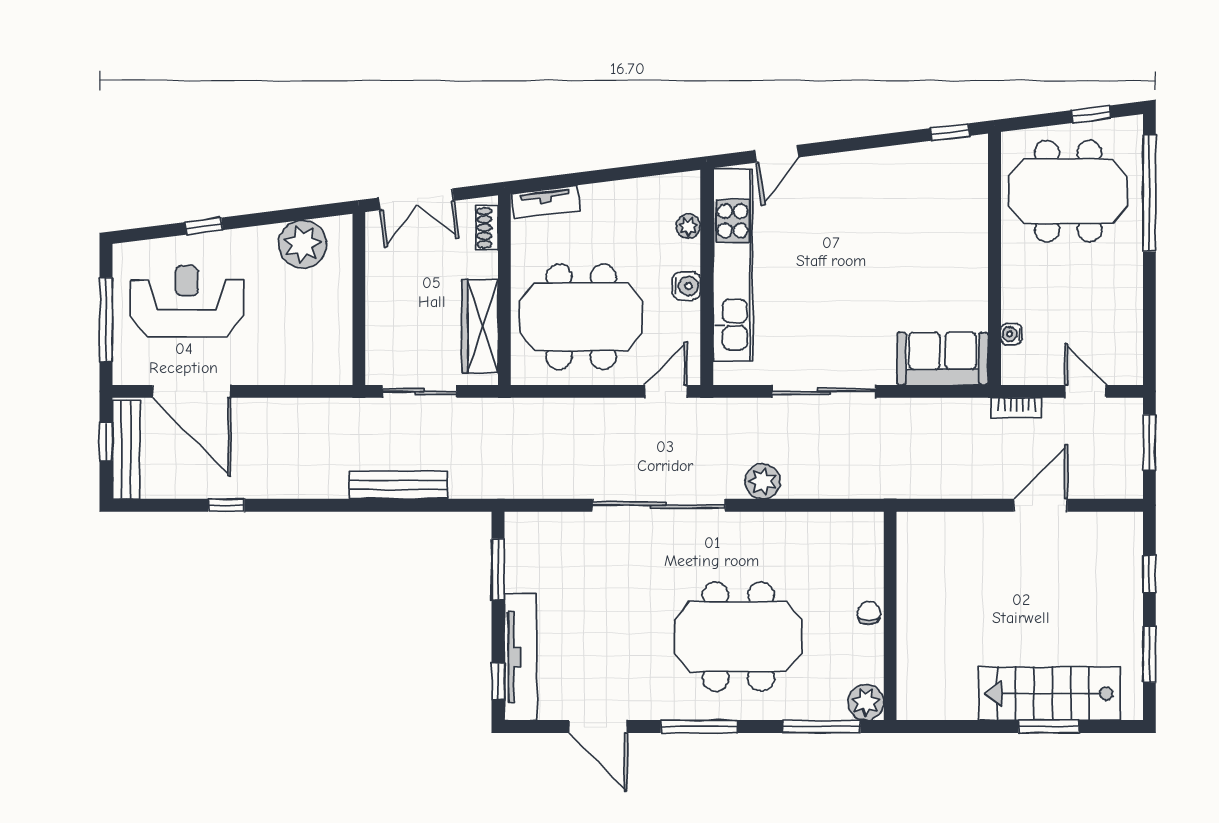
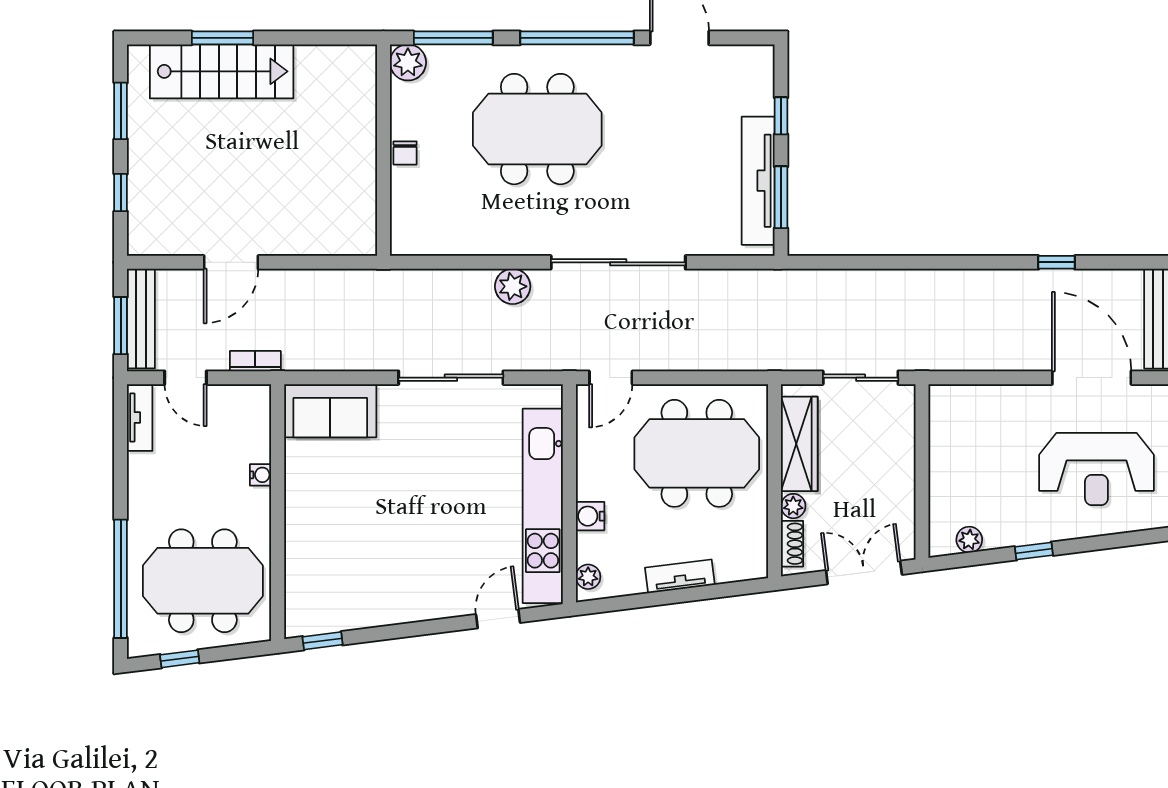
tv unit: (546, 202) -> (680, 576), moved
window: (204, 226) -> (1034, 551), moved
plant: (688, 226) -> (588, 577), moved
plant: (303, 244) -> (969, 540), width x0.53, depth x0.53
plant: (486, 265) -> (793, 506), added
water cooler: (686, 286) -> (590, 516), moved
water cooler: (1011, 334) -> (261, 475), moved
tv unit: (1130, 352) -> (140, 418), added
bench: (398, 485) -> (141, 319), moved, turned 90
tv unit: (521, 657) -> (758, 181), moved
window: (498, 682) -> (781, 116), moved
window: (699, 727) -> (577, 38), width x1.46

